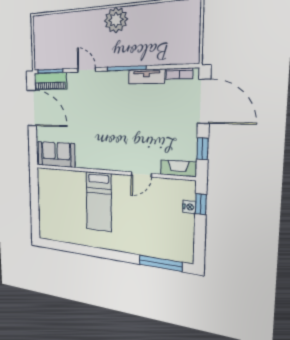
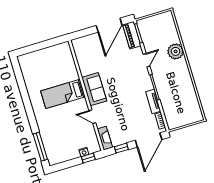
plant: (116, 20) -> (176, 51), moved
sofa: (56, 154) -> (94, 89), moved

